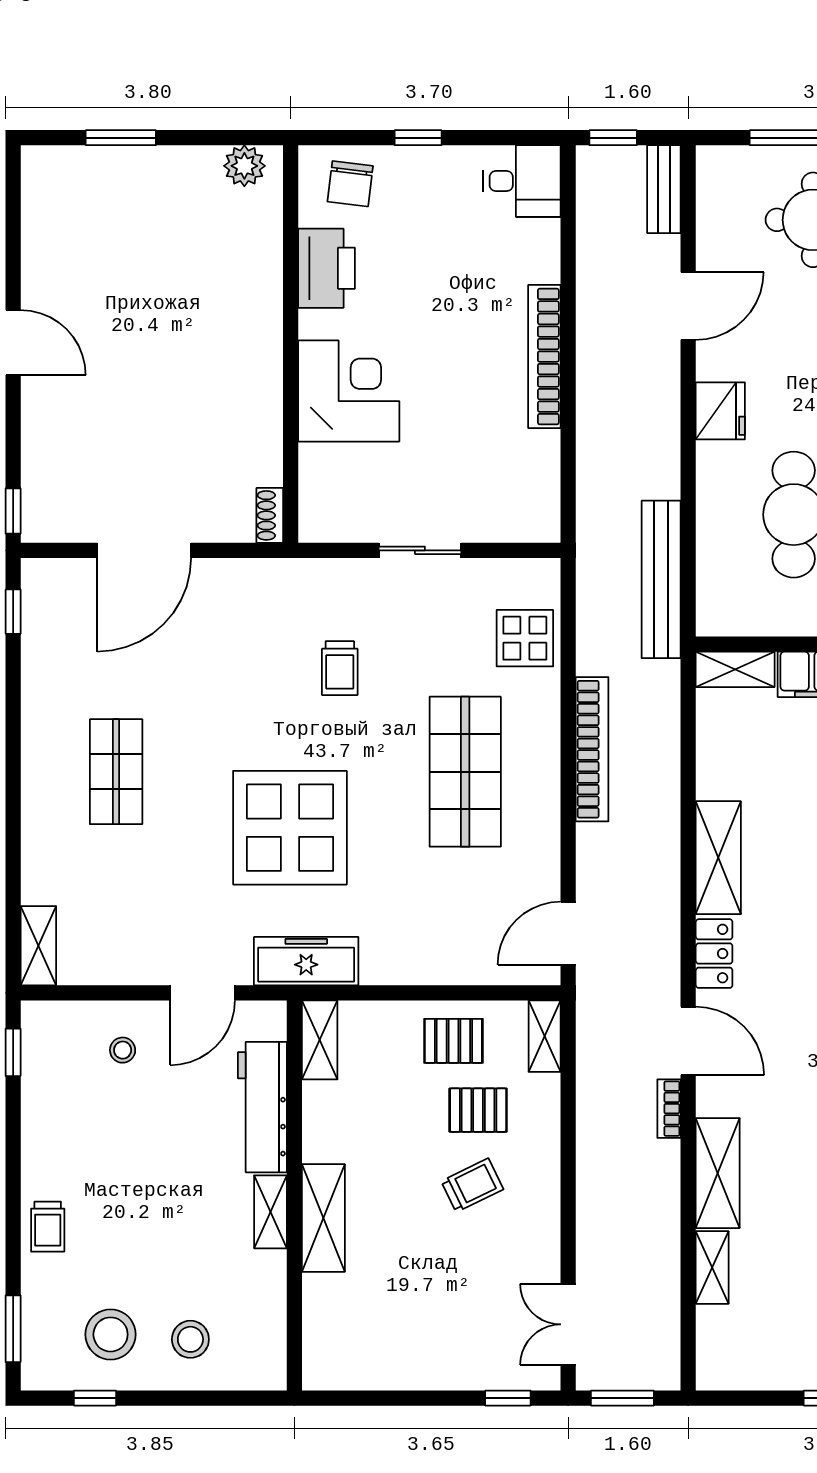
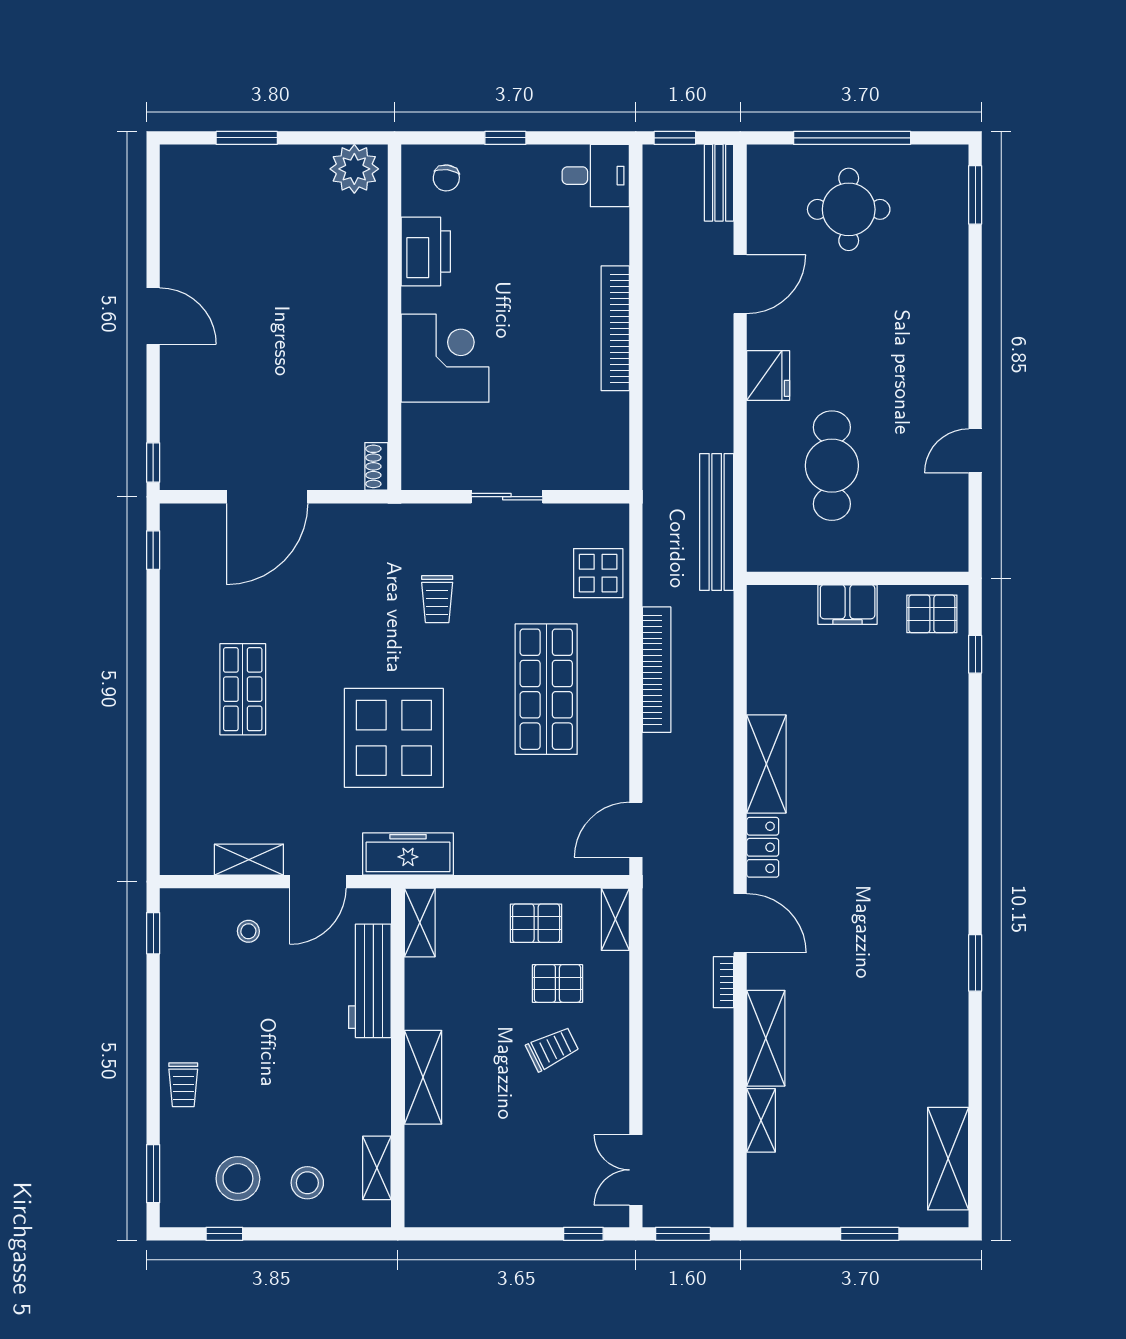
plant: (244, 166) -> (354, 169), width x1.36, depth x1.36
chair: (350, 184) -> (446, 178), width x0.73, depth x0.73
shelving: (735, 669) -> (781, 600), removed
shelving: (38, 946) -> (249, 860), moved, turned 90
shelving: (270, 1212) -> (377, 1168), moved

